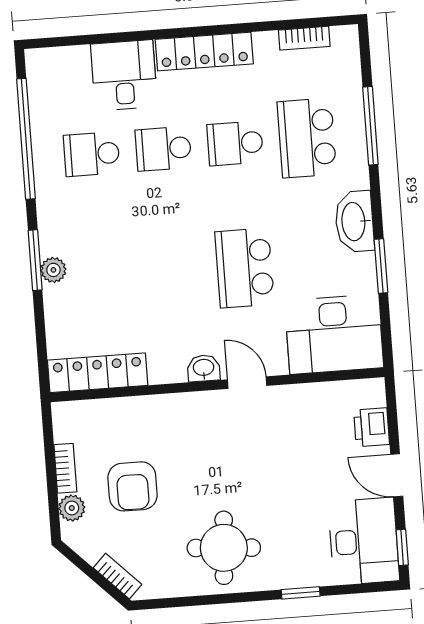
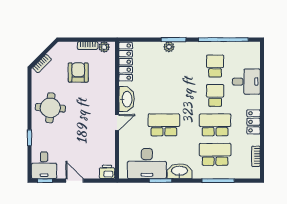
locker: (204, 52) -> (254, 122), width x0.66
school desk: (235, 143) -> (215, 125), width x1.85
desk: (334, 334) -> (147, 164), moved, turned -90
washbasin: (204, 368) -> (127, 99), width x1.91, depth x1.45
printer: (372, 427) -> (107, 172), moved
door: (397, 475) -> (75, 181), hinge flipped
armchair: (133, 486) -> (78, 72), turned 90
plant: (72, 508) -> (104, 47), moved
desk: (364, 541) -> (44, 165), width x0.73

